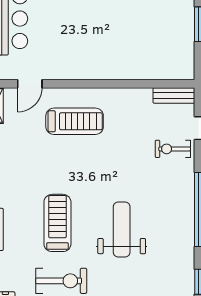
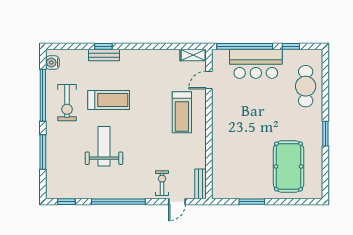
door: (30, 84) -> (209, 80), hinge flipped
weight bench: (122, 229) -> (104, 146), turned -90

